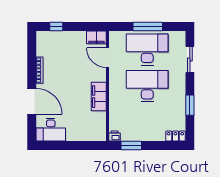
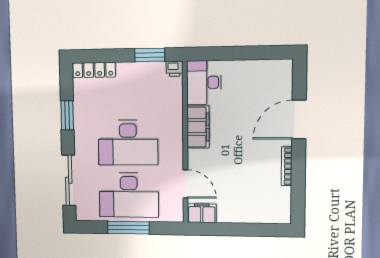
window: (56, 26) -> (261, 230), removed
sliding door: (190, 60) -> (69, 180), width x1.37
door: (32, 101) -> (299, 120), hinge flipped
desk: (51, 130) -> (204, 82), moved, turned -90
locker: (175, 136) -> (94, 70), width x1.53

